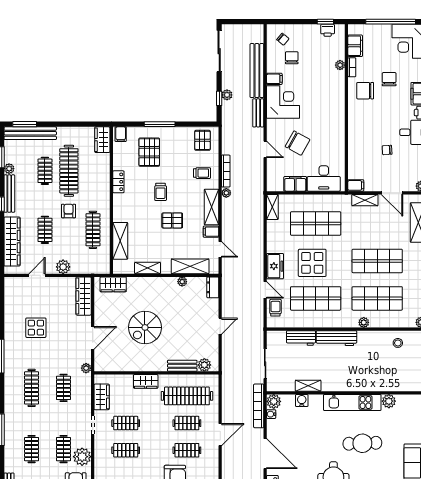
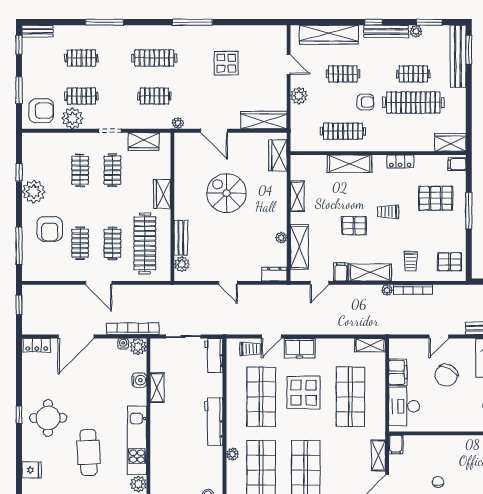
pallet: (172, 220) -> (354, 226), turned 90
shelving: (120, 241) -> (350, 164), moved
workbench: (301, 338) -> (214, 355), moved

